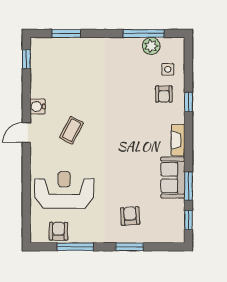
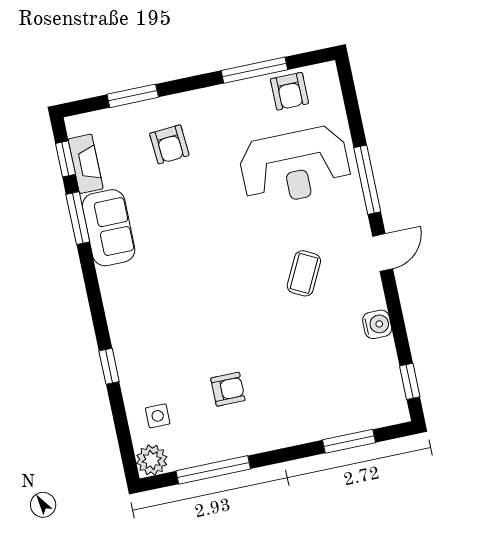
plant: (151, 46) -> (152, 460), moved
armchair: (164, 94) -> (228, 389), moved, turned 90
water cooler: (37, 106) -> (377, 324), moved
fireplace: (178, 140) -> (86, 164), moved
window: (26, 174) -> (367, 180), added
window: (130, 247) -> (133, 96), moved

